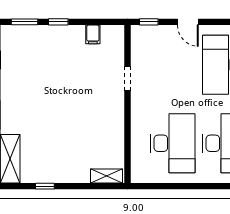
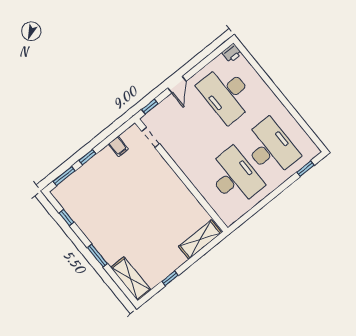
door: (188, 22) -> (177, 85), hinge flipped
doorway: (128, 79) -> (151, 137), moved
shelving: (106, 176) -> (200, 240), width x1.50, depth x1.33

